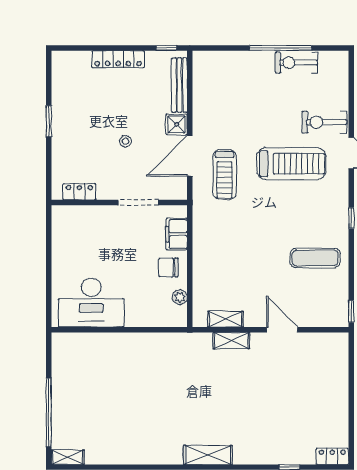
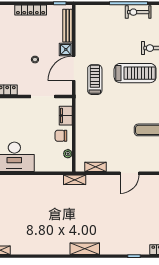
treadmill: (225, 175) -> (95, 80), turned 180
door: (282, 330) -> (130, 173), swing flipped
shelving: (231, 340) -> (75, 180), moved

